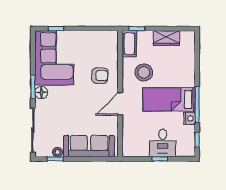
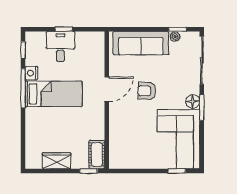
stool: (144, 72) -> (81, 123), removed
armchair: (100, 76) -> (147, 91), moved

